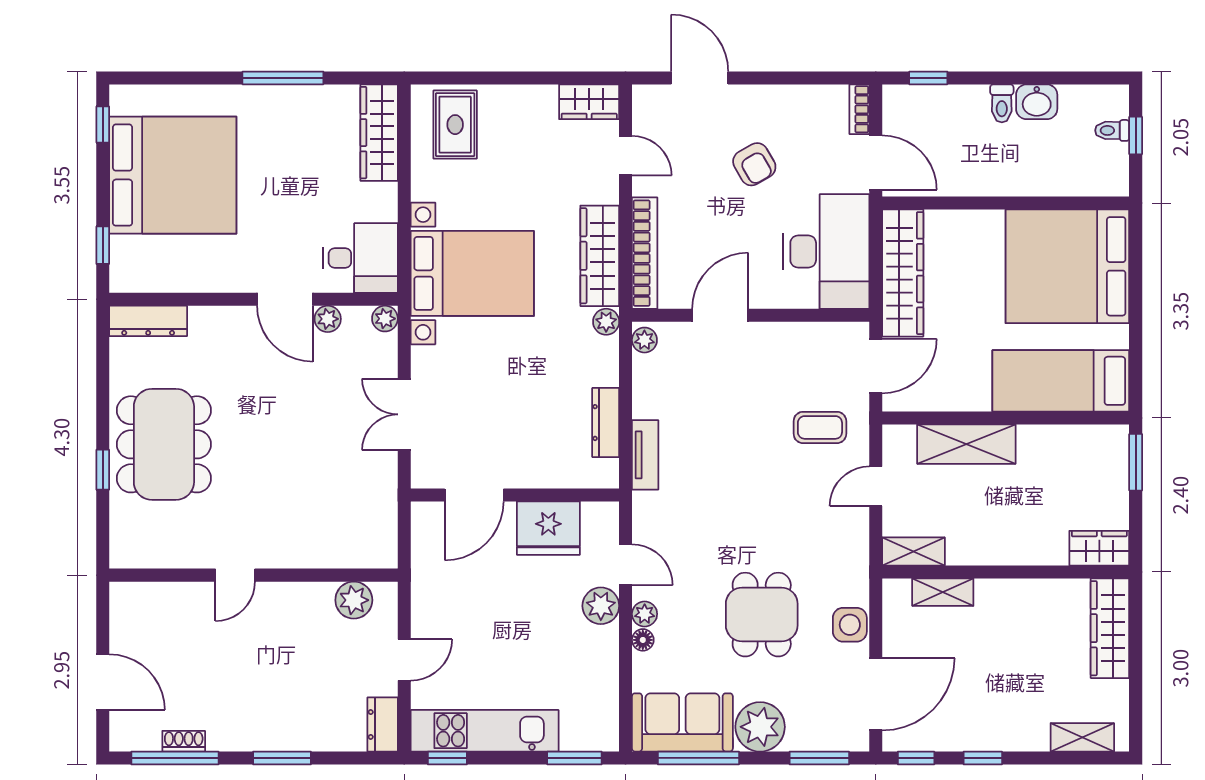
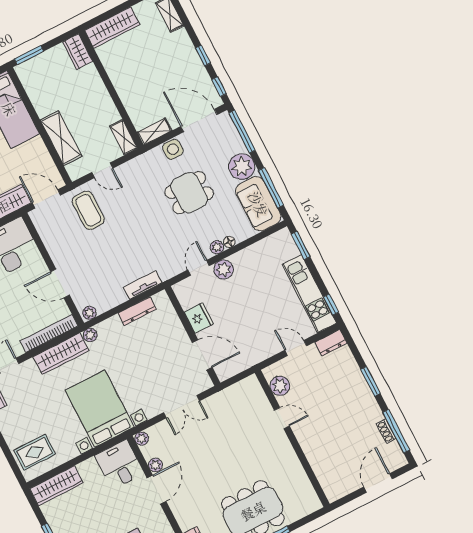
coffee table: (820, 427) -> (88, 210), width x1.36, depth x1.30
fridge: (548, 528) -> (199, 318), width x0.73, depth x0.75
door: (235, 575) -> (282, 418), moved
shelving: (943, 592) -> (154, 132), moved, turned 90
window: (819, 758) -> (242, 132), width x1.44

